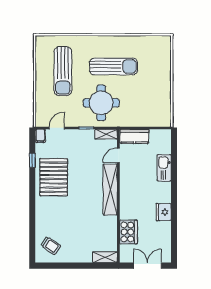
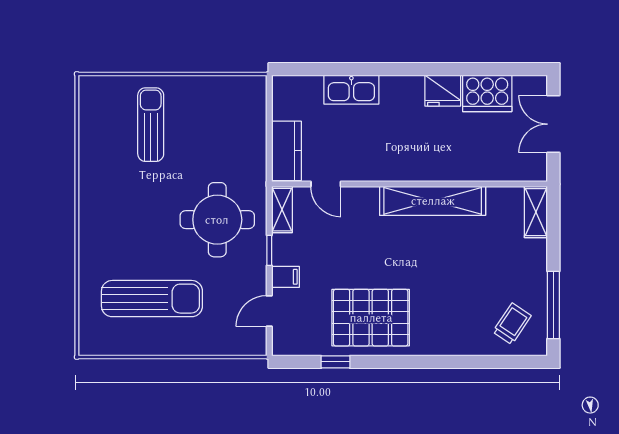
sun lounger: (113, 66) -> (151, 125), moved, width x0.73, depth x0.75
door: (57, 128) -> (269, 311), hinge flipped
filing cabinet: (40, 136) -> (286, 277), moved
shelving: (110, 190) -> (433, 201), moved
cooker: (128, 232) -> (487, 93), moved, turned 180
window: (60, 266) -> (553, 305), added

